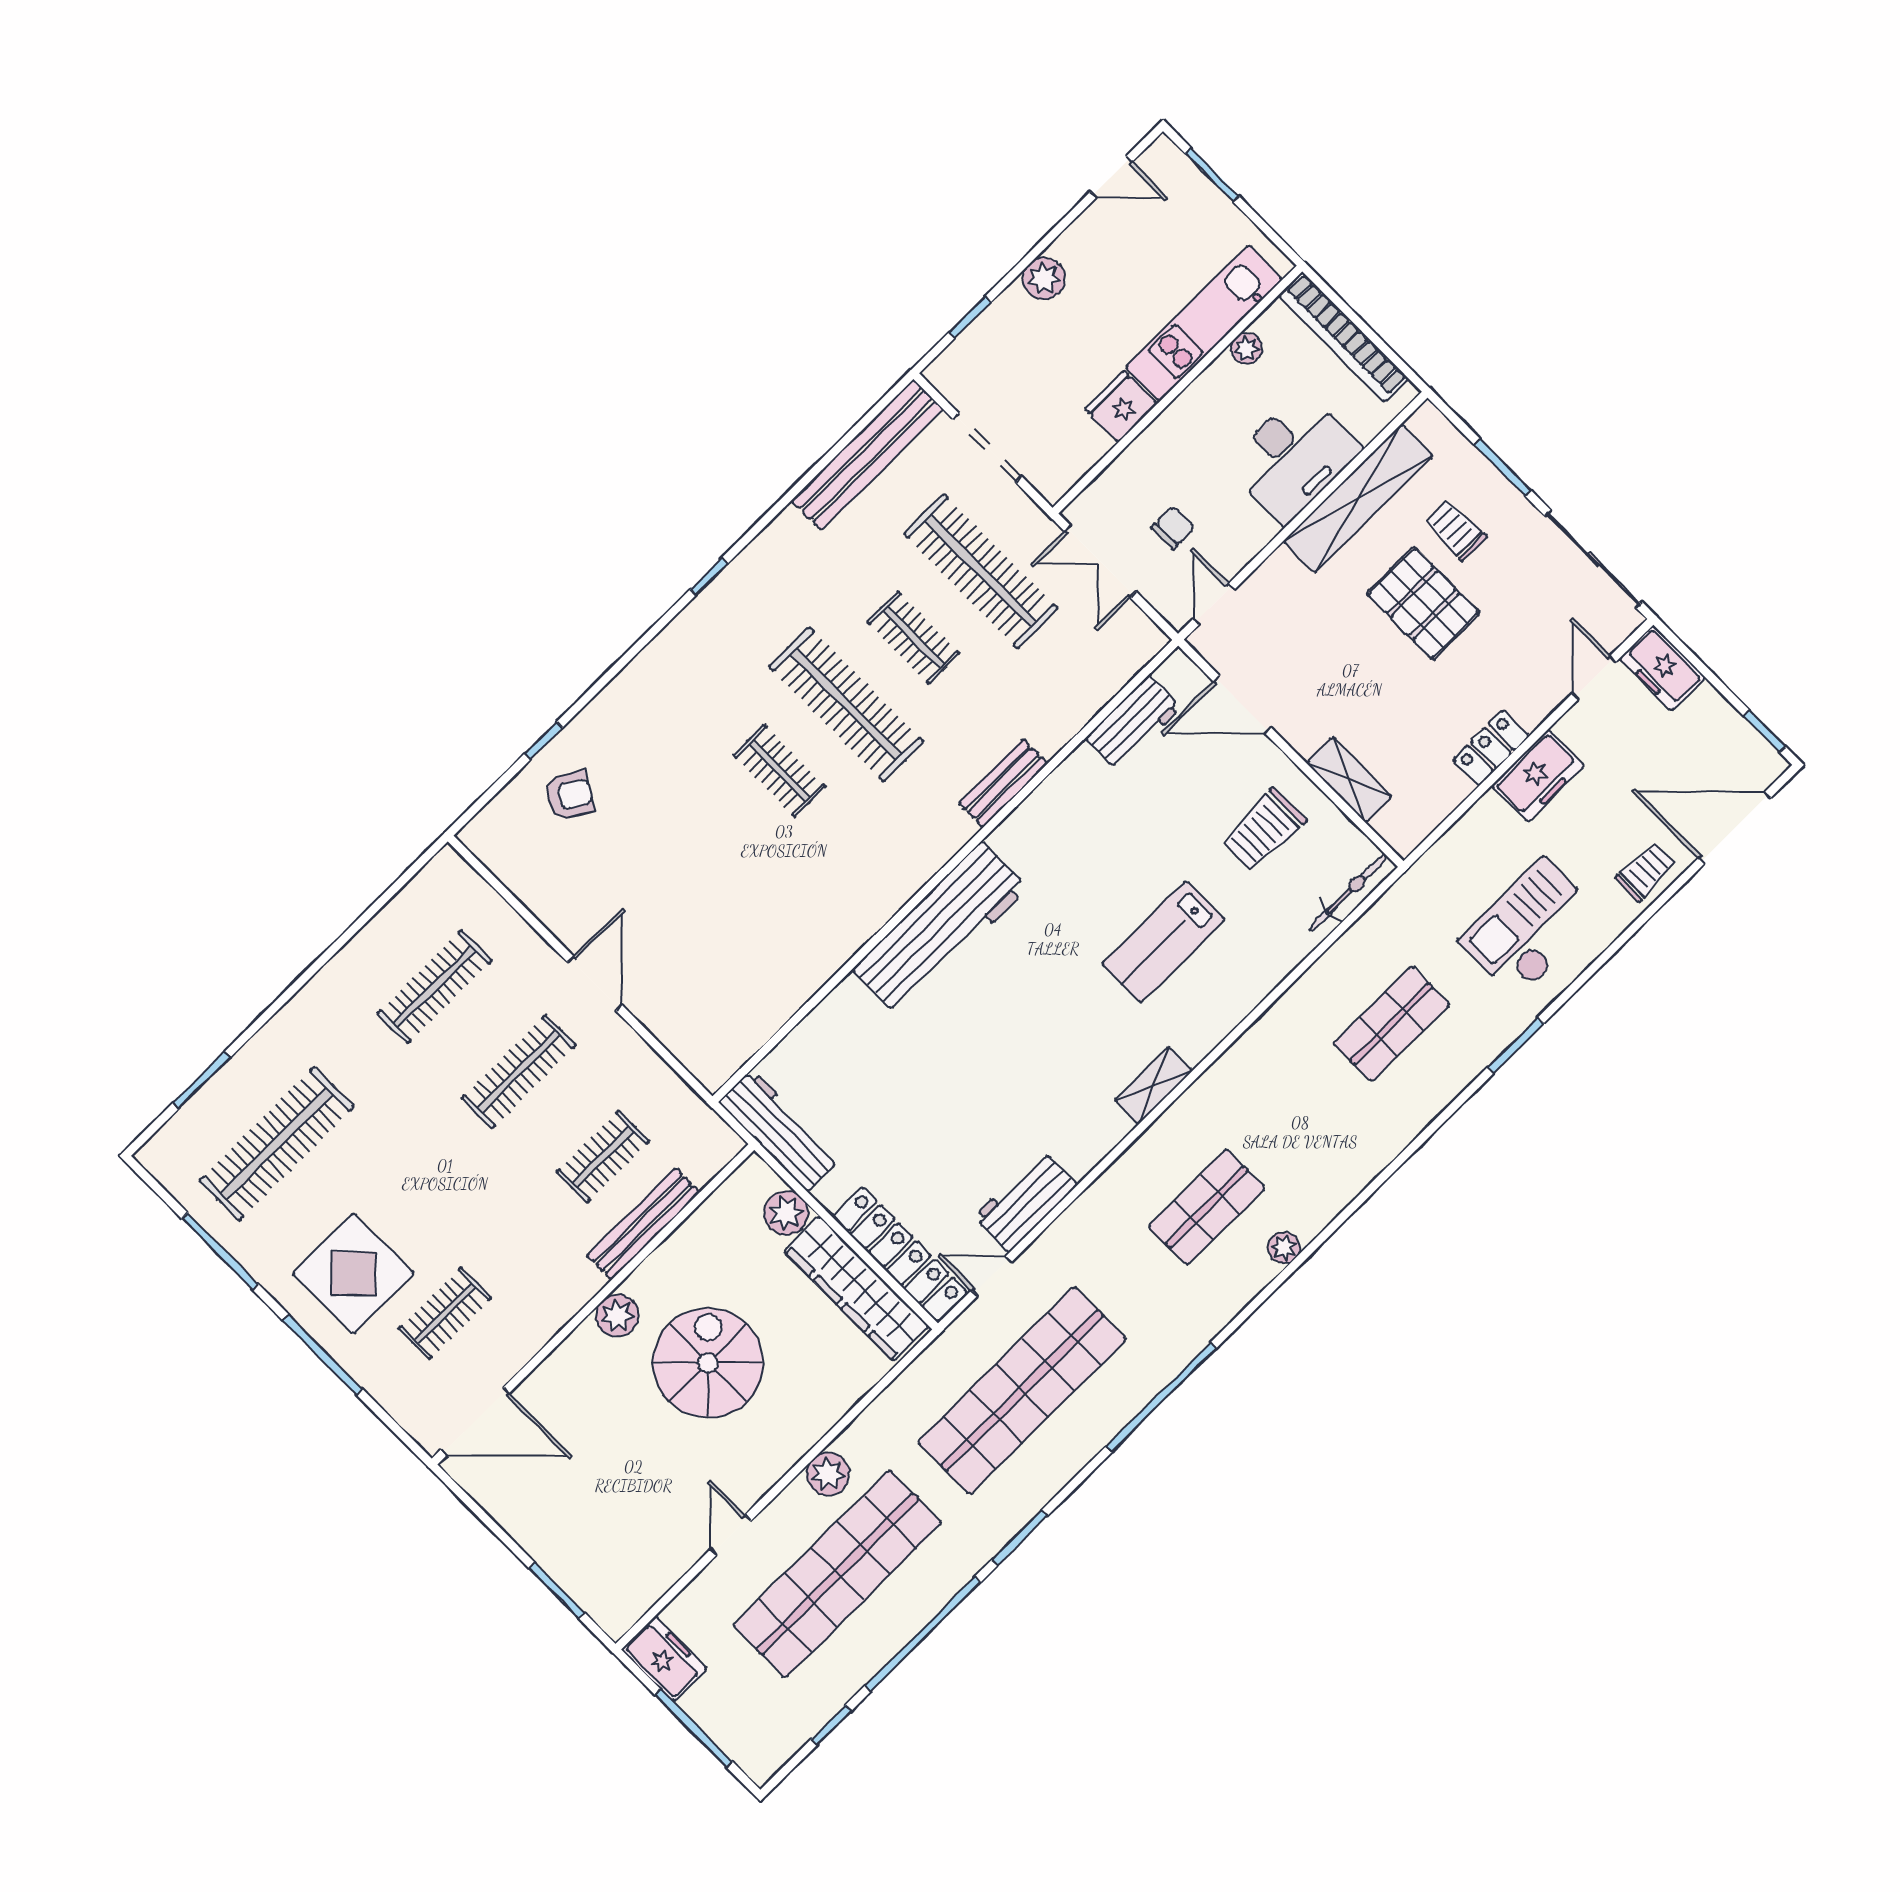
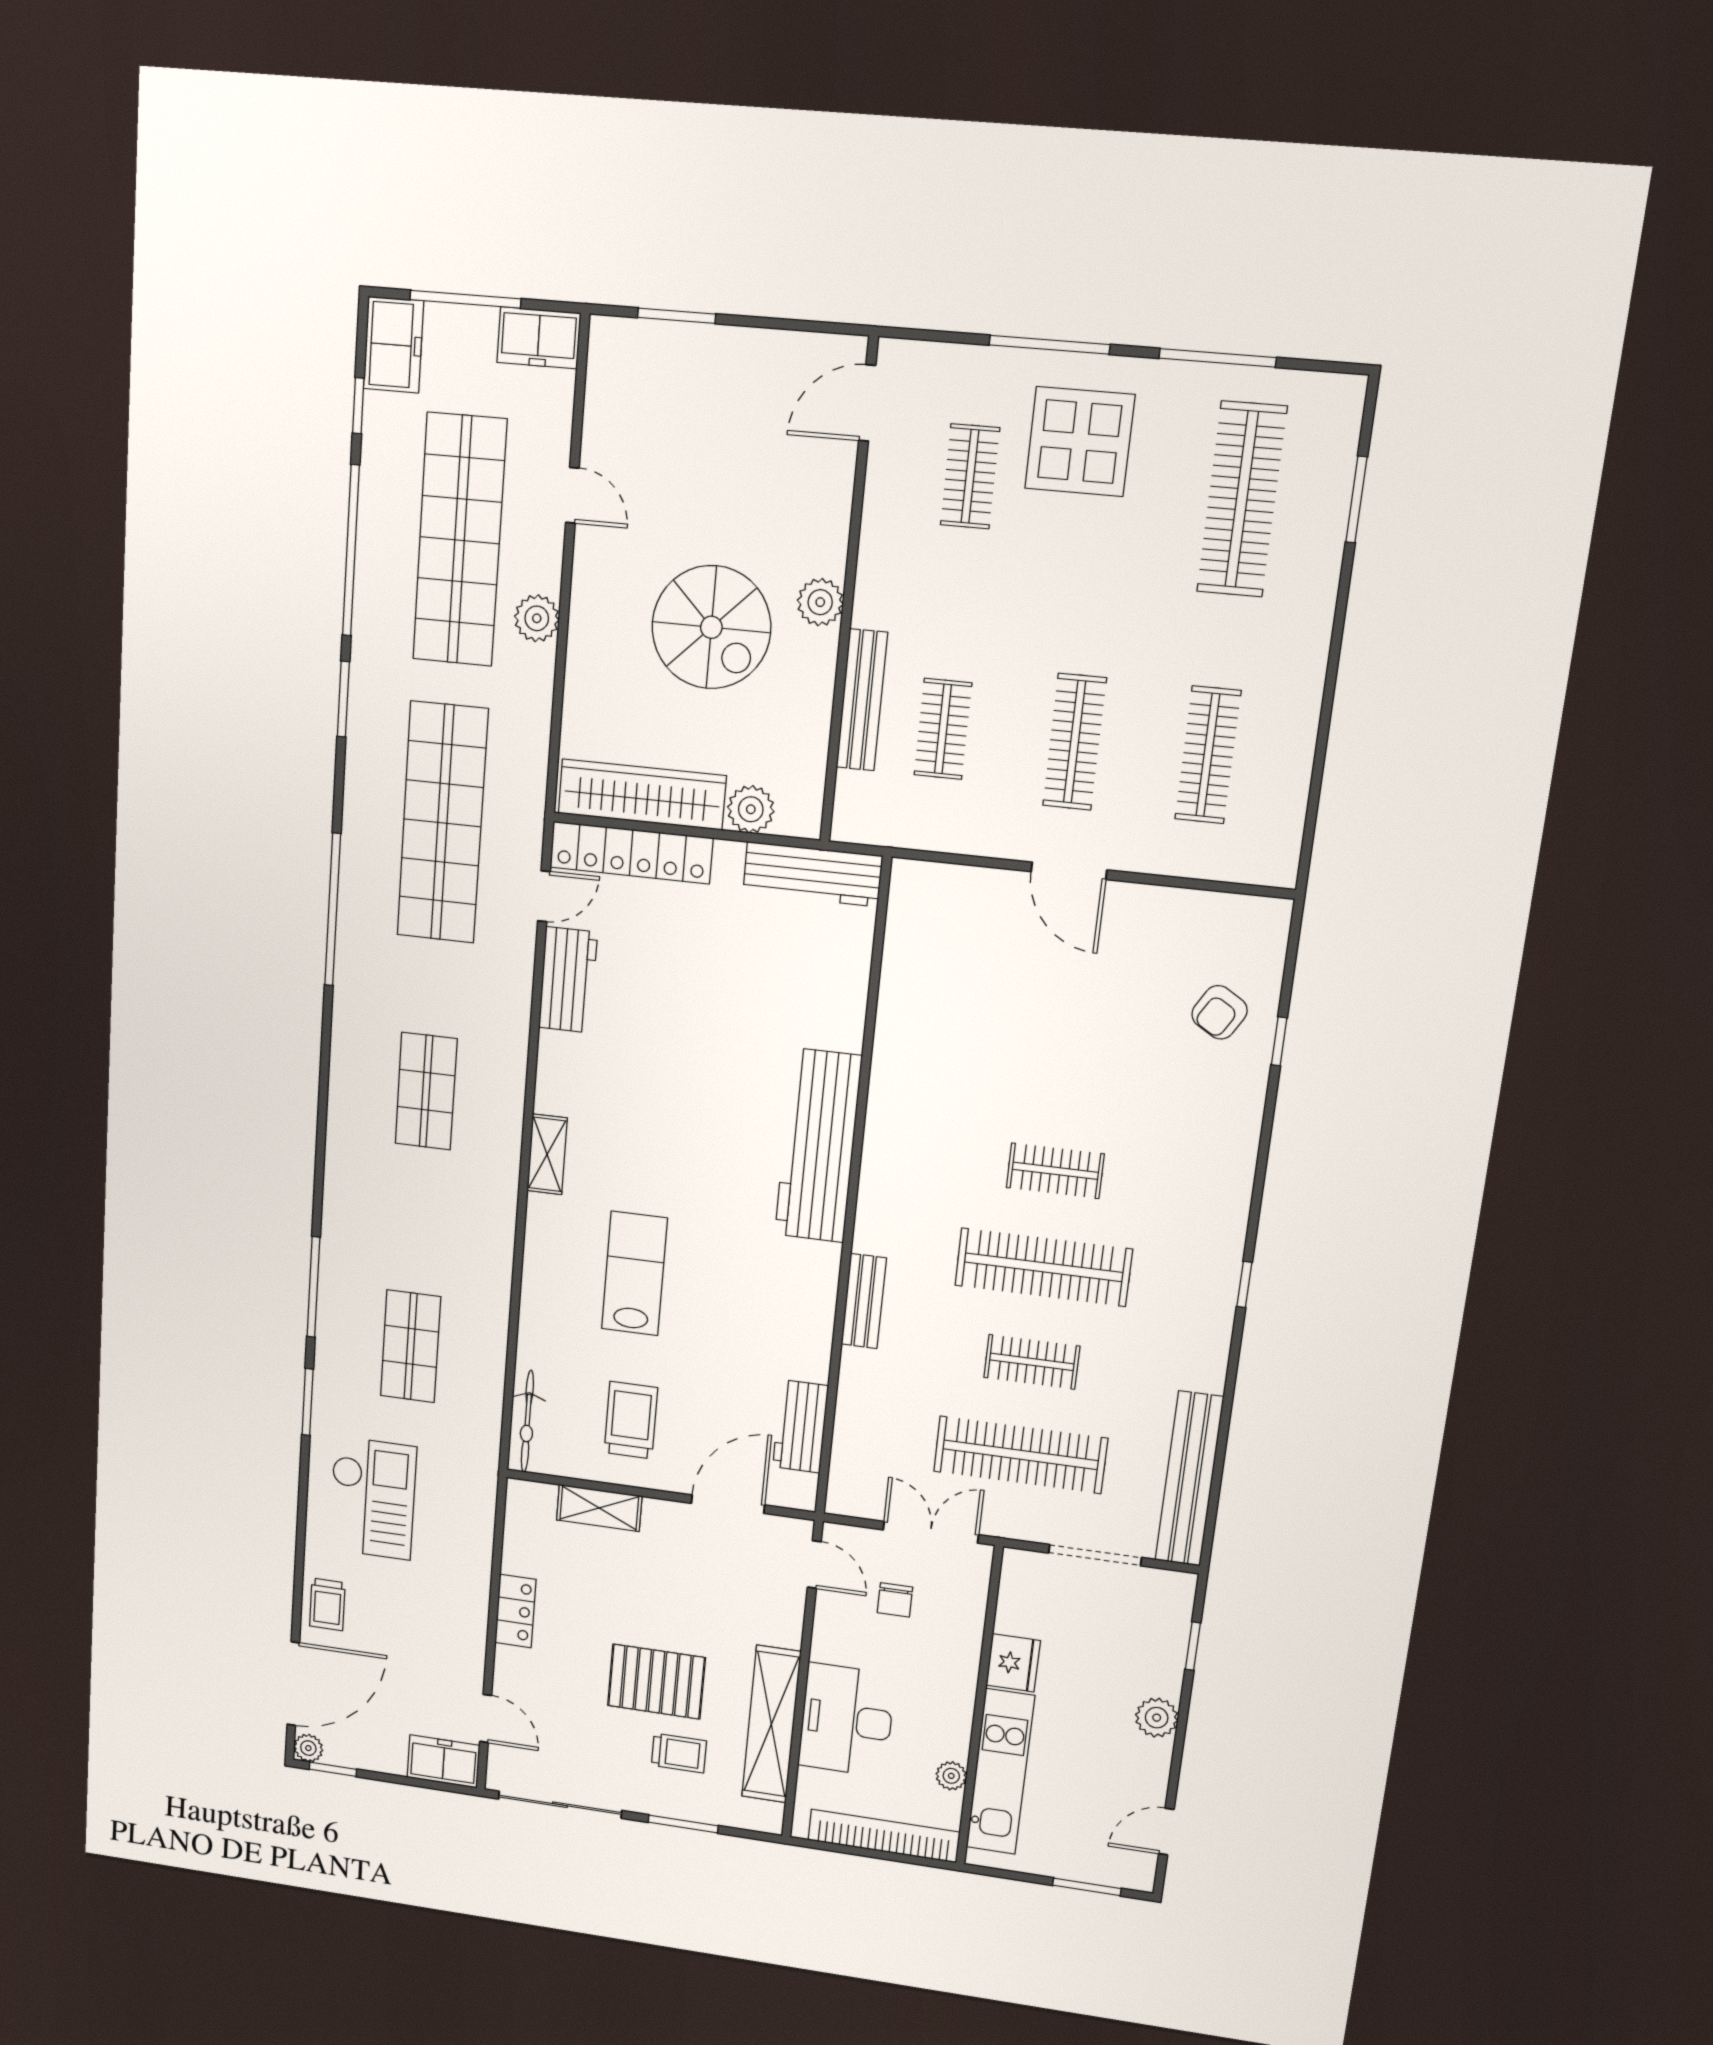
freezer: (1538, 776) -> (393, 345), moved, turned 180
window: (1430, 1131) -> (313, 1287), added
plant: (1284, 1248) -> (308, 1748), moved
door: (475, 1421) -> (867, 403), width x0.73

